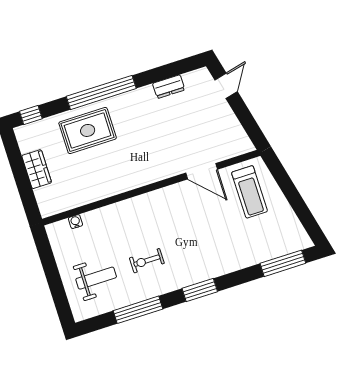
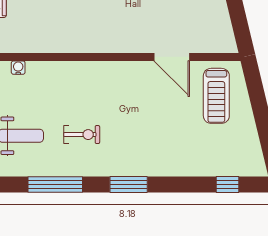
exercise bike: (147, 261) -> (82, 135), turned 180
window: (283, 263) -> (228, 185), width x0.46

